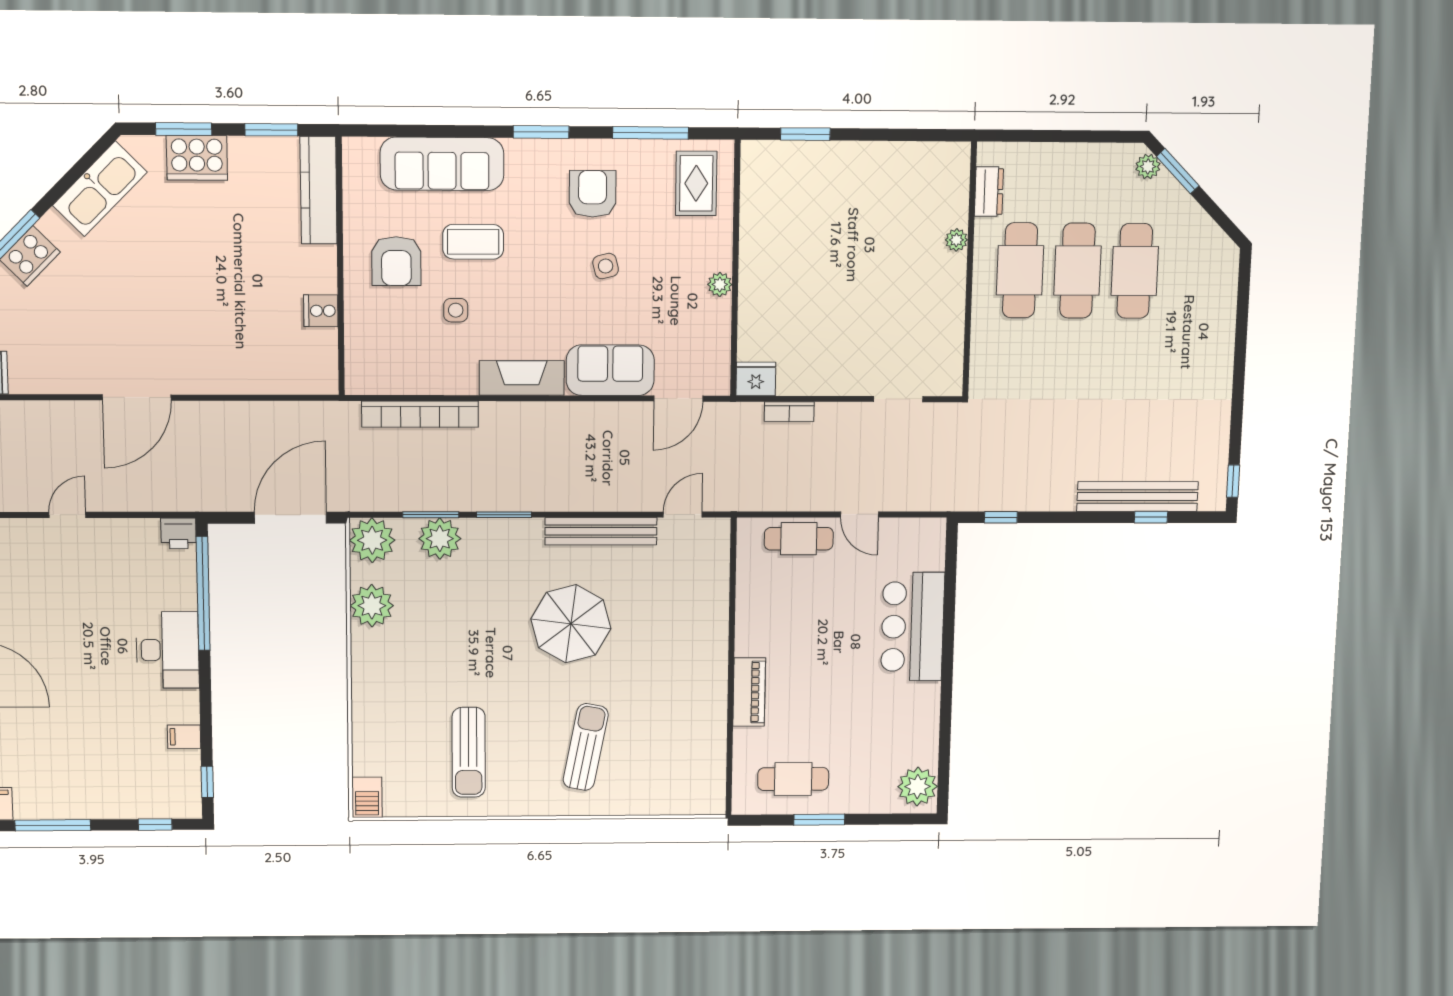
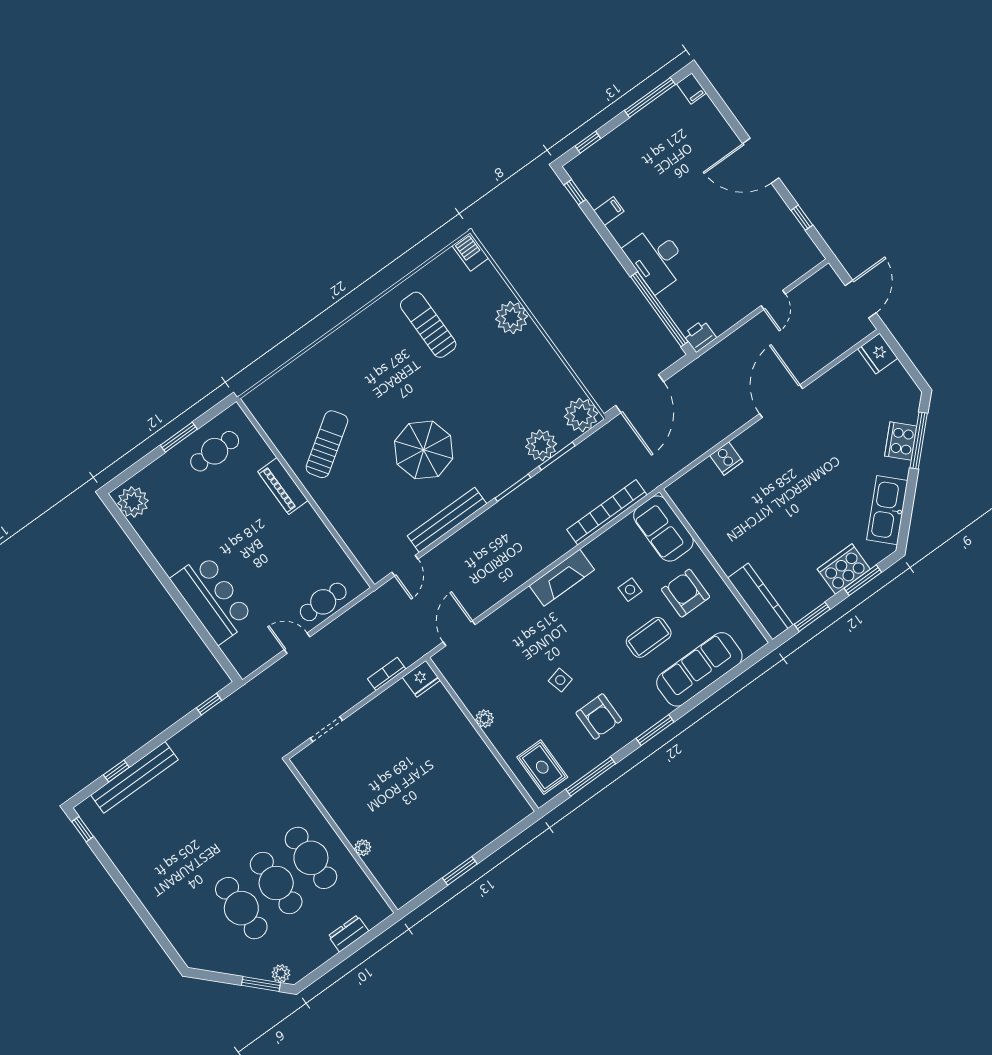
window: (805, 134) -> (460, 871), moved
dresser: (989, 192) -> (348, 933), moved, turned 90
cooker: (321, 311) -> (726, 459), moved, turned 90
sofa: (610, 370) -> (663, 529), moved, turned 90
plant: (372, 606) -> (512, 318), moved
sun lounger: (586, 747) -> (327, 444), moved, turned -135

